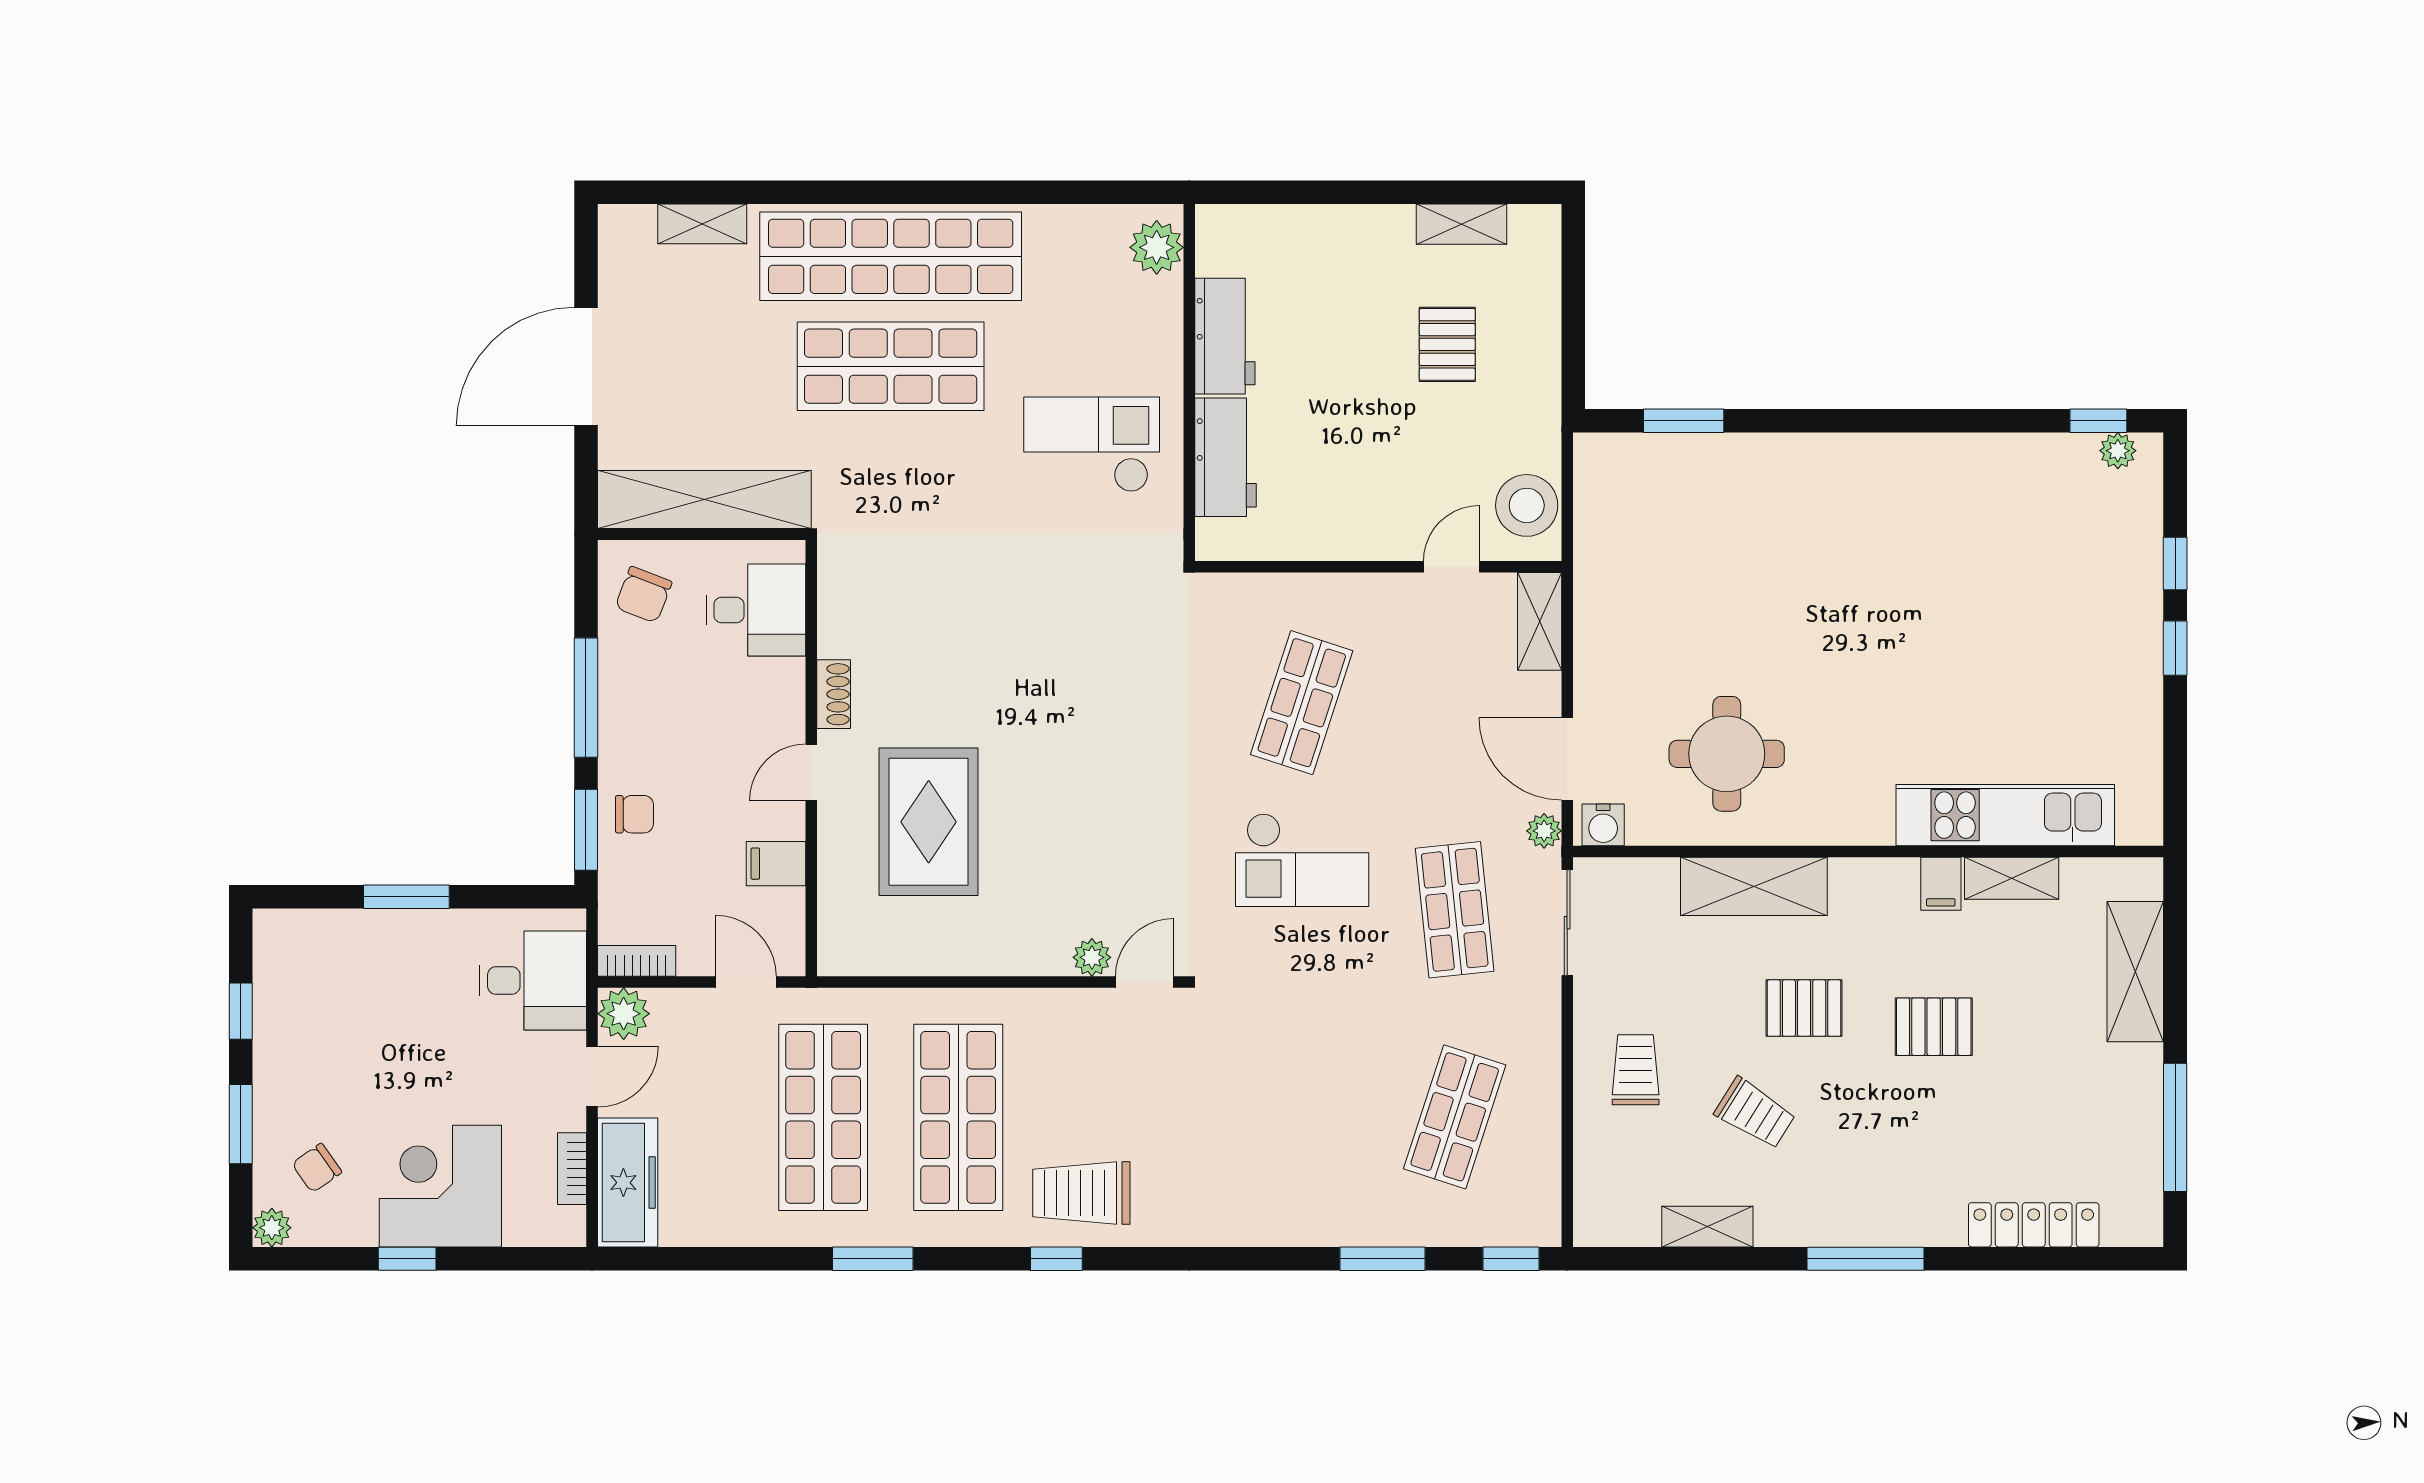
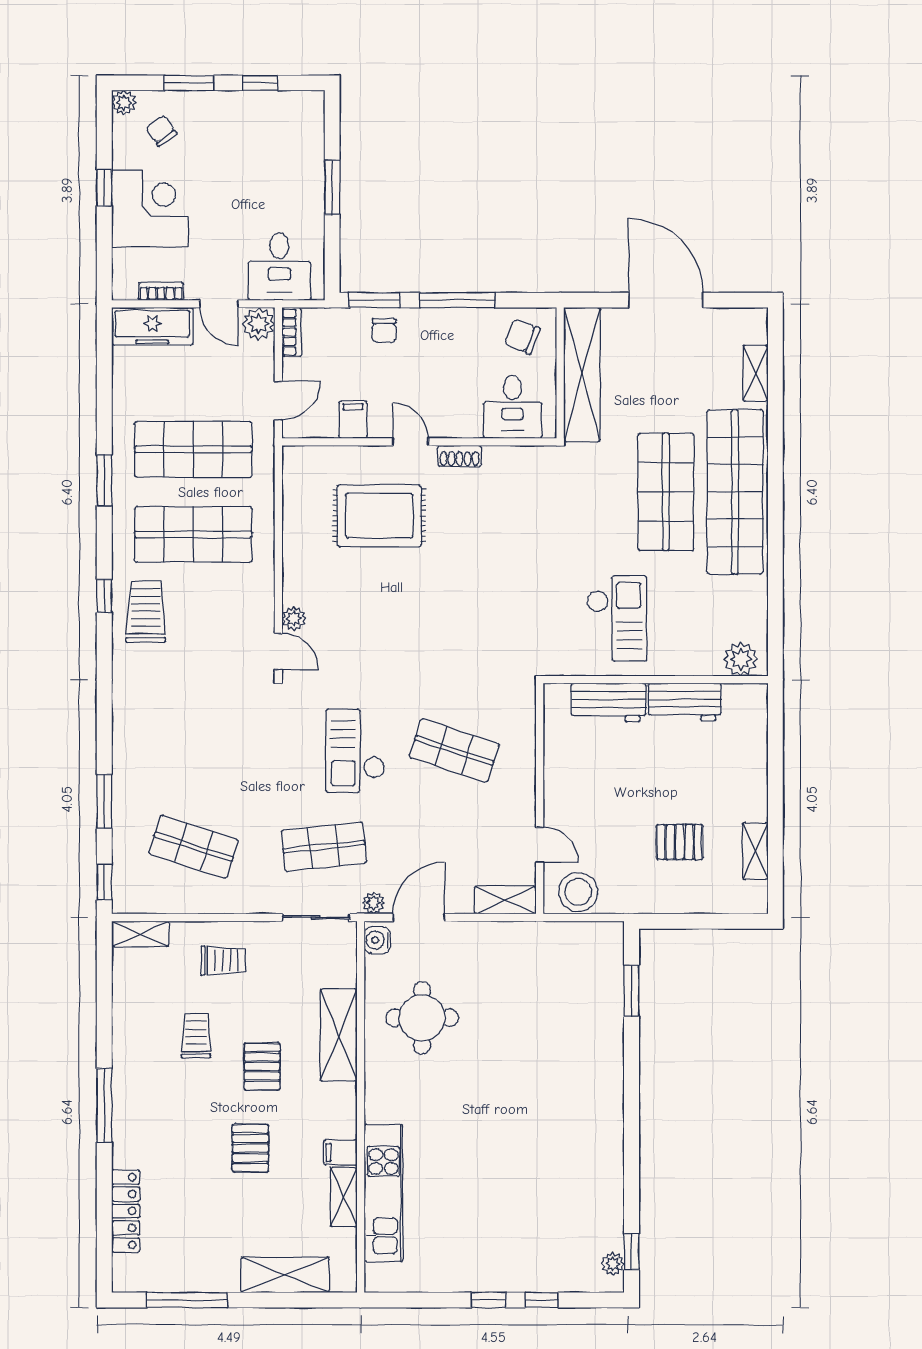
trolley: (1755, 1113) -> (196, 1036), turned 148
shelving: (1707, 1227) -> (140, 934), moved, turned 90

